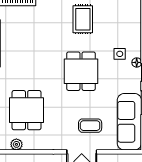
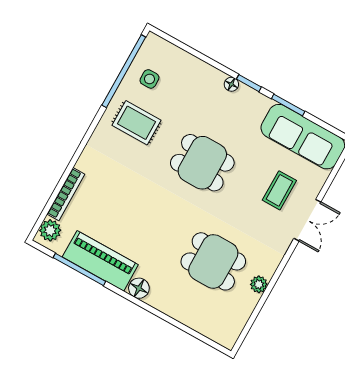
side table: (120, 54) -> (149, 79), moved
plant: (16, 144) -> (259, 284), moved

